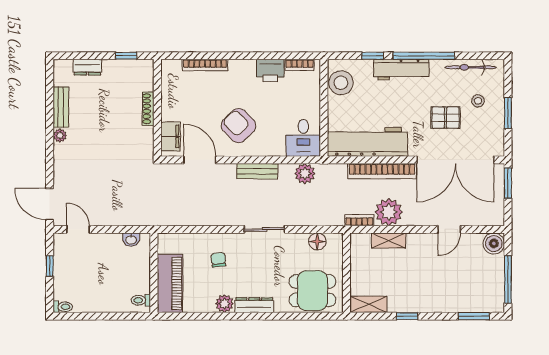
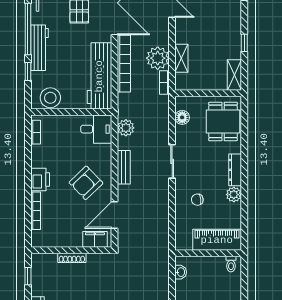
printer: (270, 70) -> (40, 180), moved

